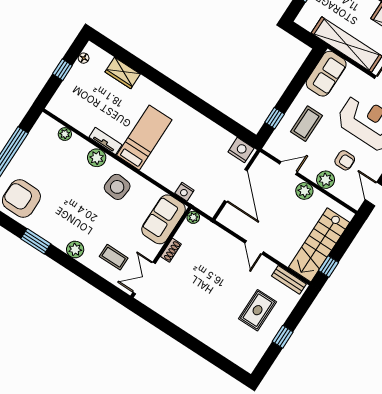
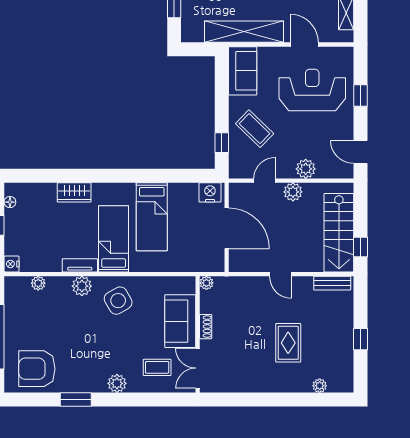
wardrobe: (123, 73) -> (74, 192), moved
coffee table: (307, 124) -> (255, 129), turned -46
bed: (184, 140) -> (152, 217), added
armchair: (345, 160) -> (312, 139), removed
side table: (117, 187) -> (118, 301), turned -36
nightstand: (184, 192) -> (12, 264), moved, turned 90
sofa: (164, 219) -> (180, 321), moved
rug: (258, 310) -> (288, 343), moved
plant: (228, 352) -> (320, 386), added

